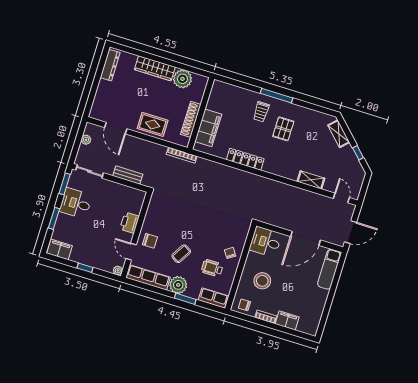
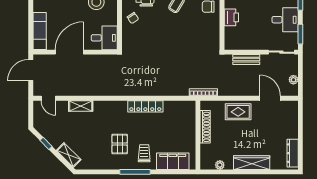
plant: (182, 79) -> (220, 165), width x0.53, depth x0.53
filing cabinet: (208, 128) -> (173, 161), moved, turned 90

